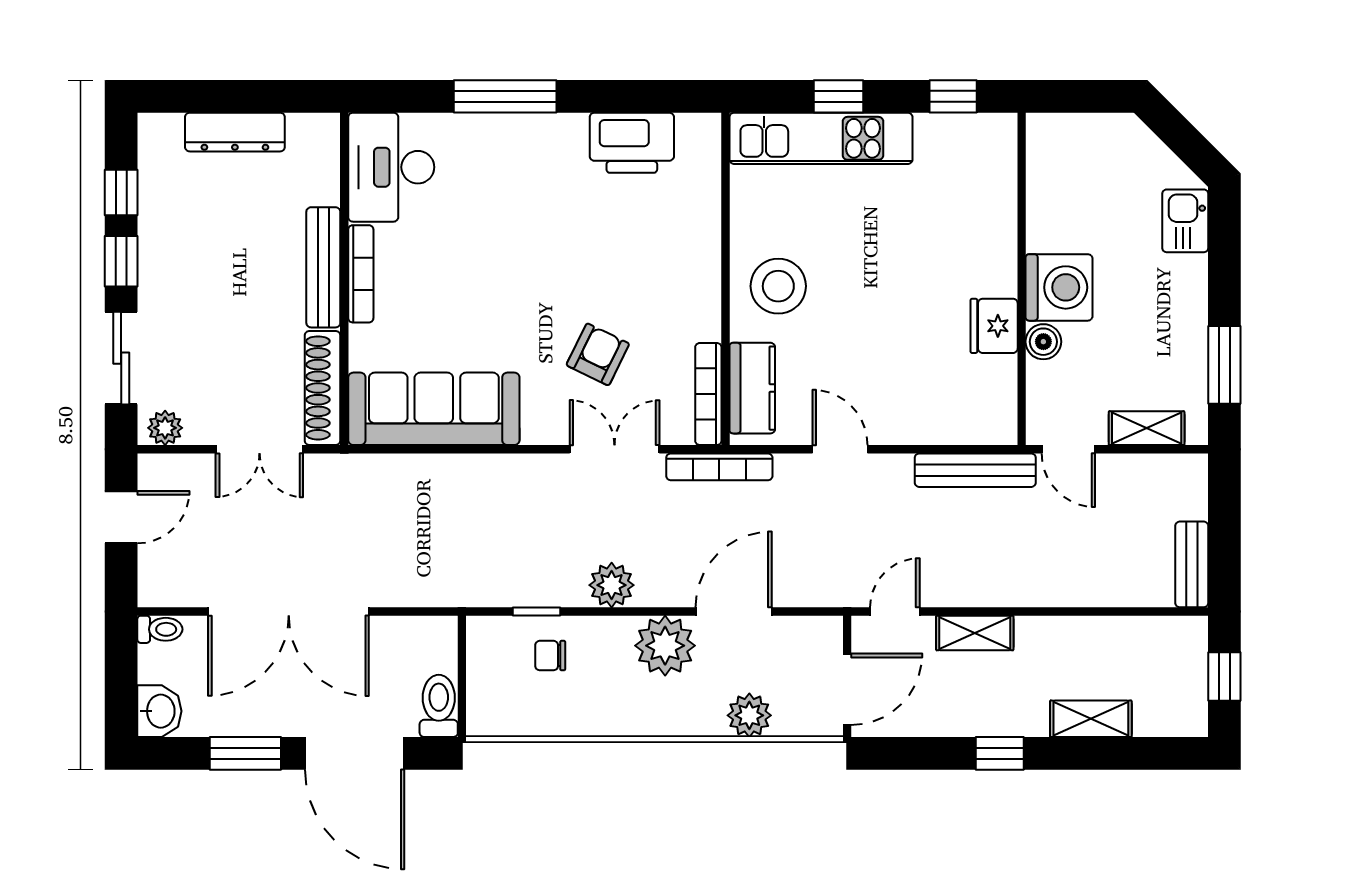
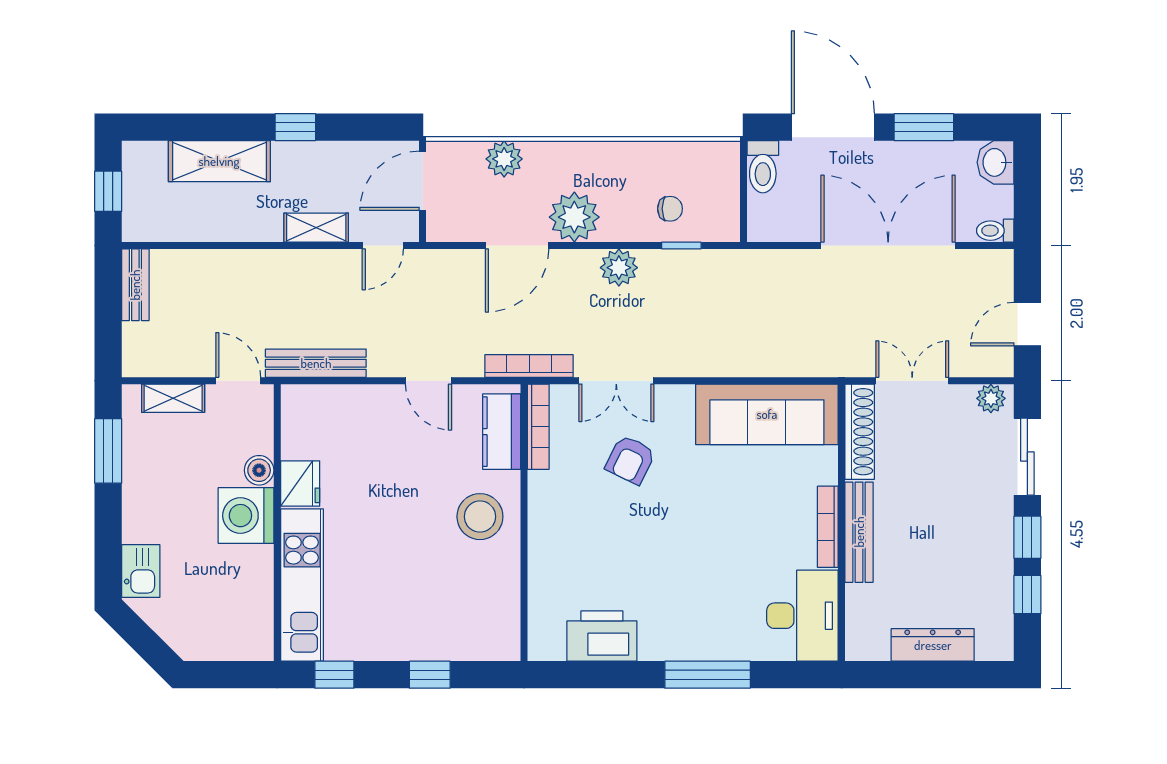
kitchen unit: (821, 138) -> (302, 585), moved, turned 90
shelving: (1091, 719) -> (219, 161), width x1.50, depth x1.33

